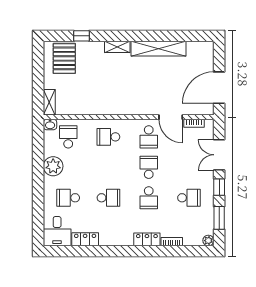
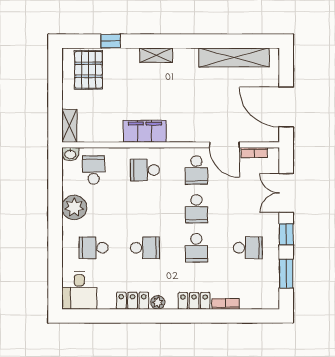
shelving: (159, 49) -> (234, 57), moved
door: (219, 88) -> (286, 107), hinge flipped
filing cabinet: (108, 107) -> (145, 131), added
school desk: (149, 167) -> (196, 209), turned 180
locker: (85, 239) -> (133, 301), moved
plant: (208, 241) -> (158, 302), moved

